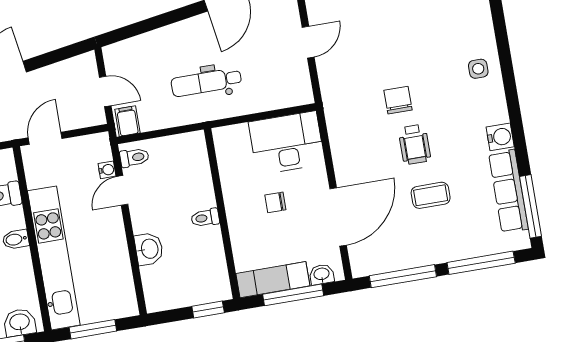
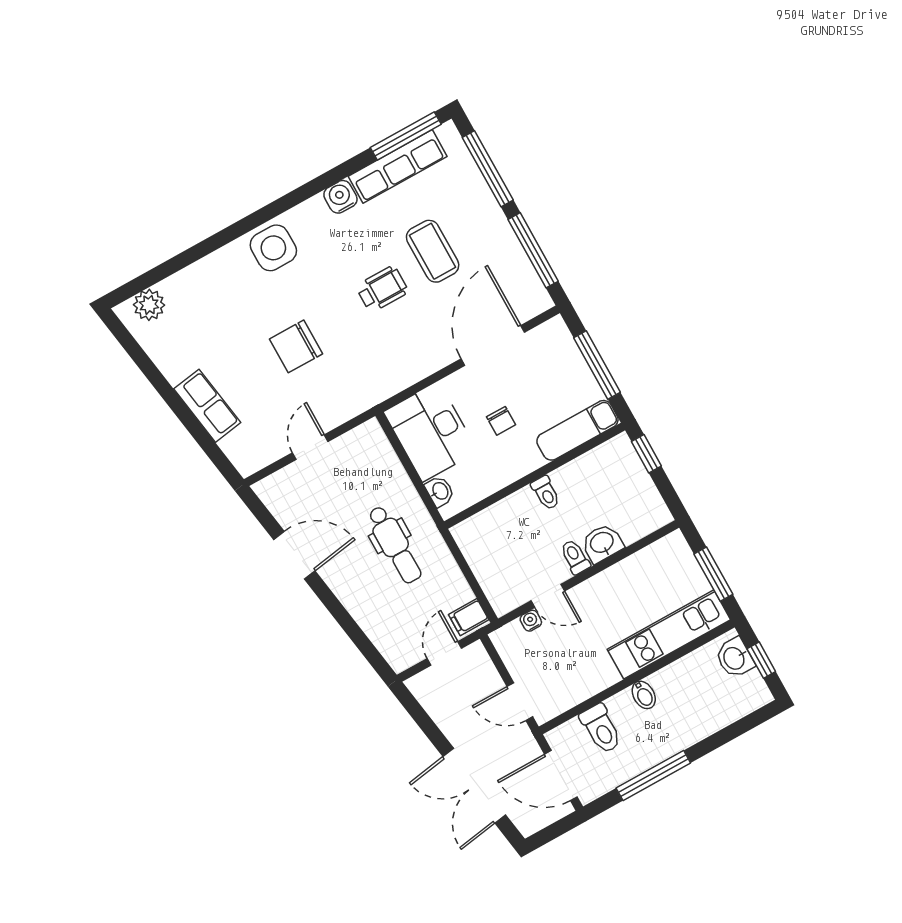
door: (308, 42) -> (310, 447), hinge flipped
side table: (478, 69) -> (273, 248), width x1.87, depth x1.87
chair: (398, 100) -> (296, 346), moved, width x1.37, depth x1.37
toilet: (134, 157) -> (575, 557), moved
coffee table: (431, 195) -> (433, 251), width x1.36, depth x1.30
door: (338, 217) -> (493, 346), hinge flipped
kitchen unit: (54, 258) -> (669, 634), width x0.73
washbasin: (322, 274) -> (440, 491), moved, turned 180
exam couch: (273, 280) -> (577, 430), moved, turned 90

